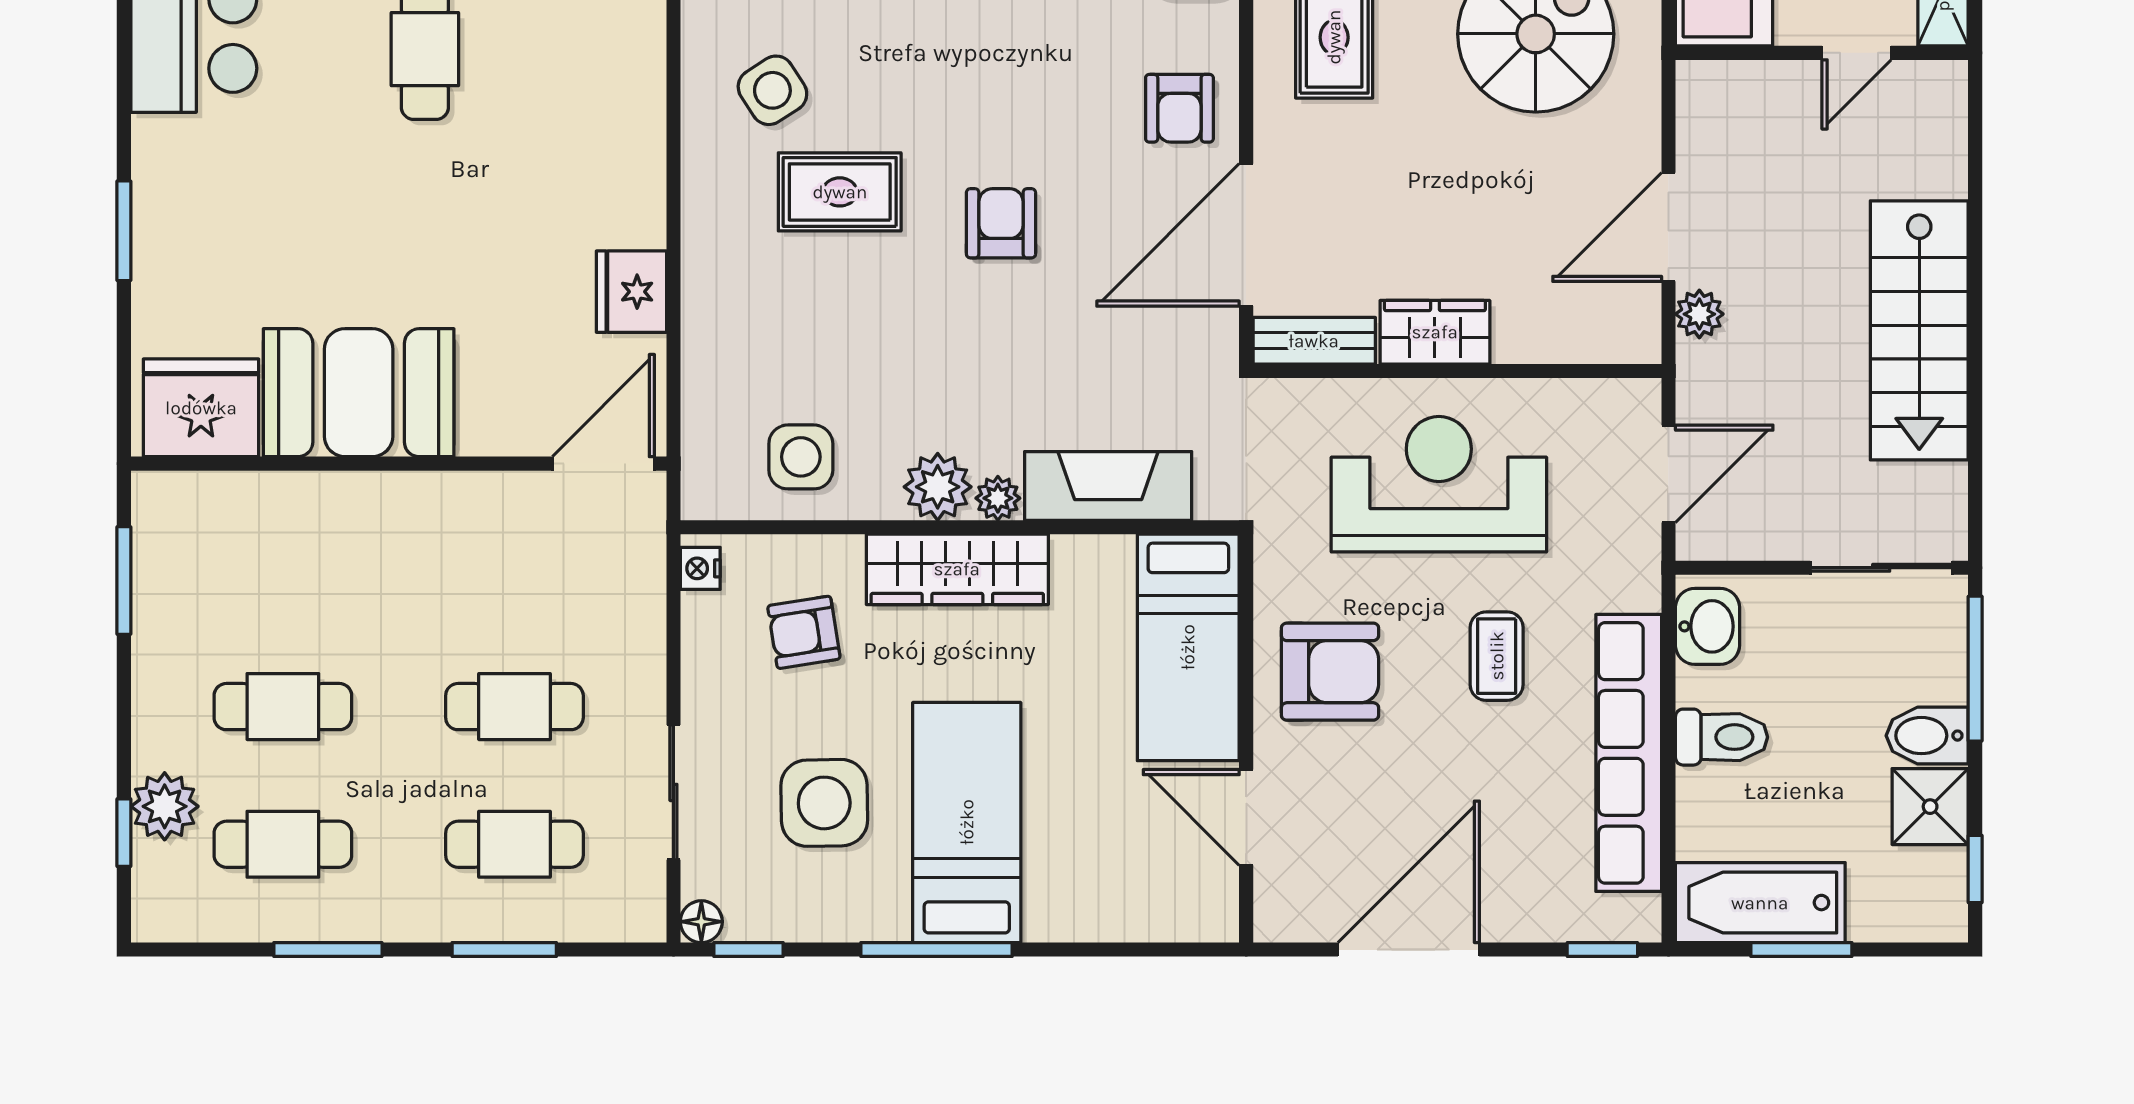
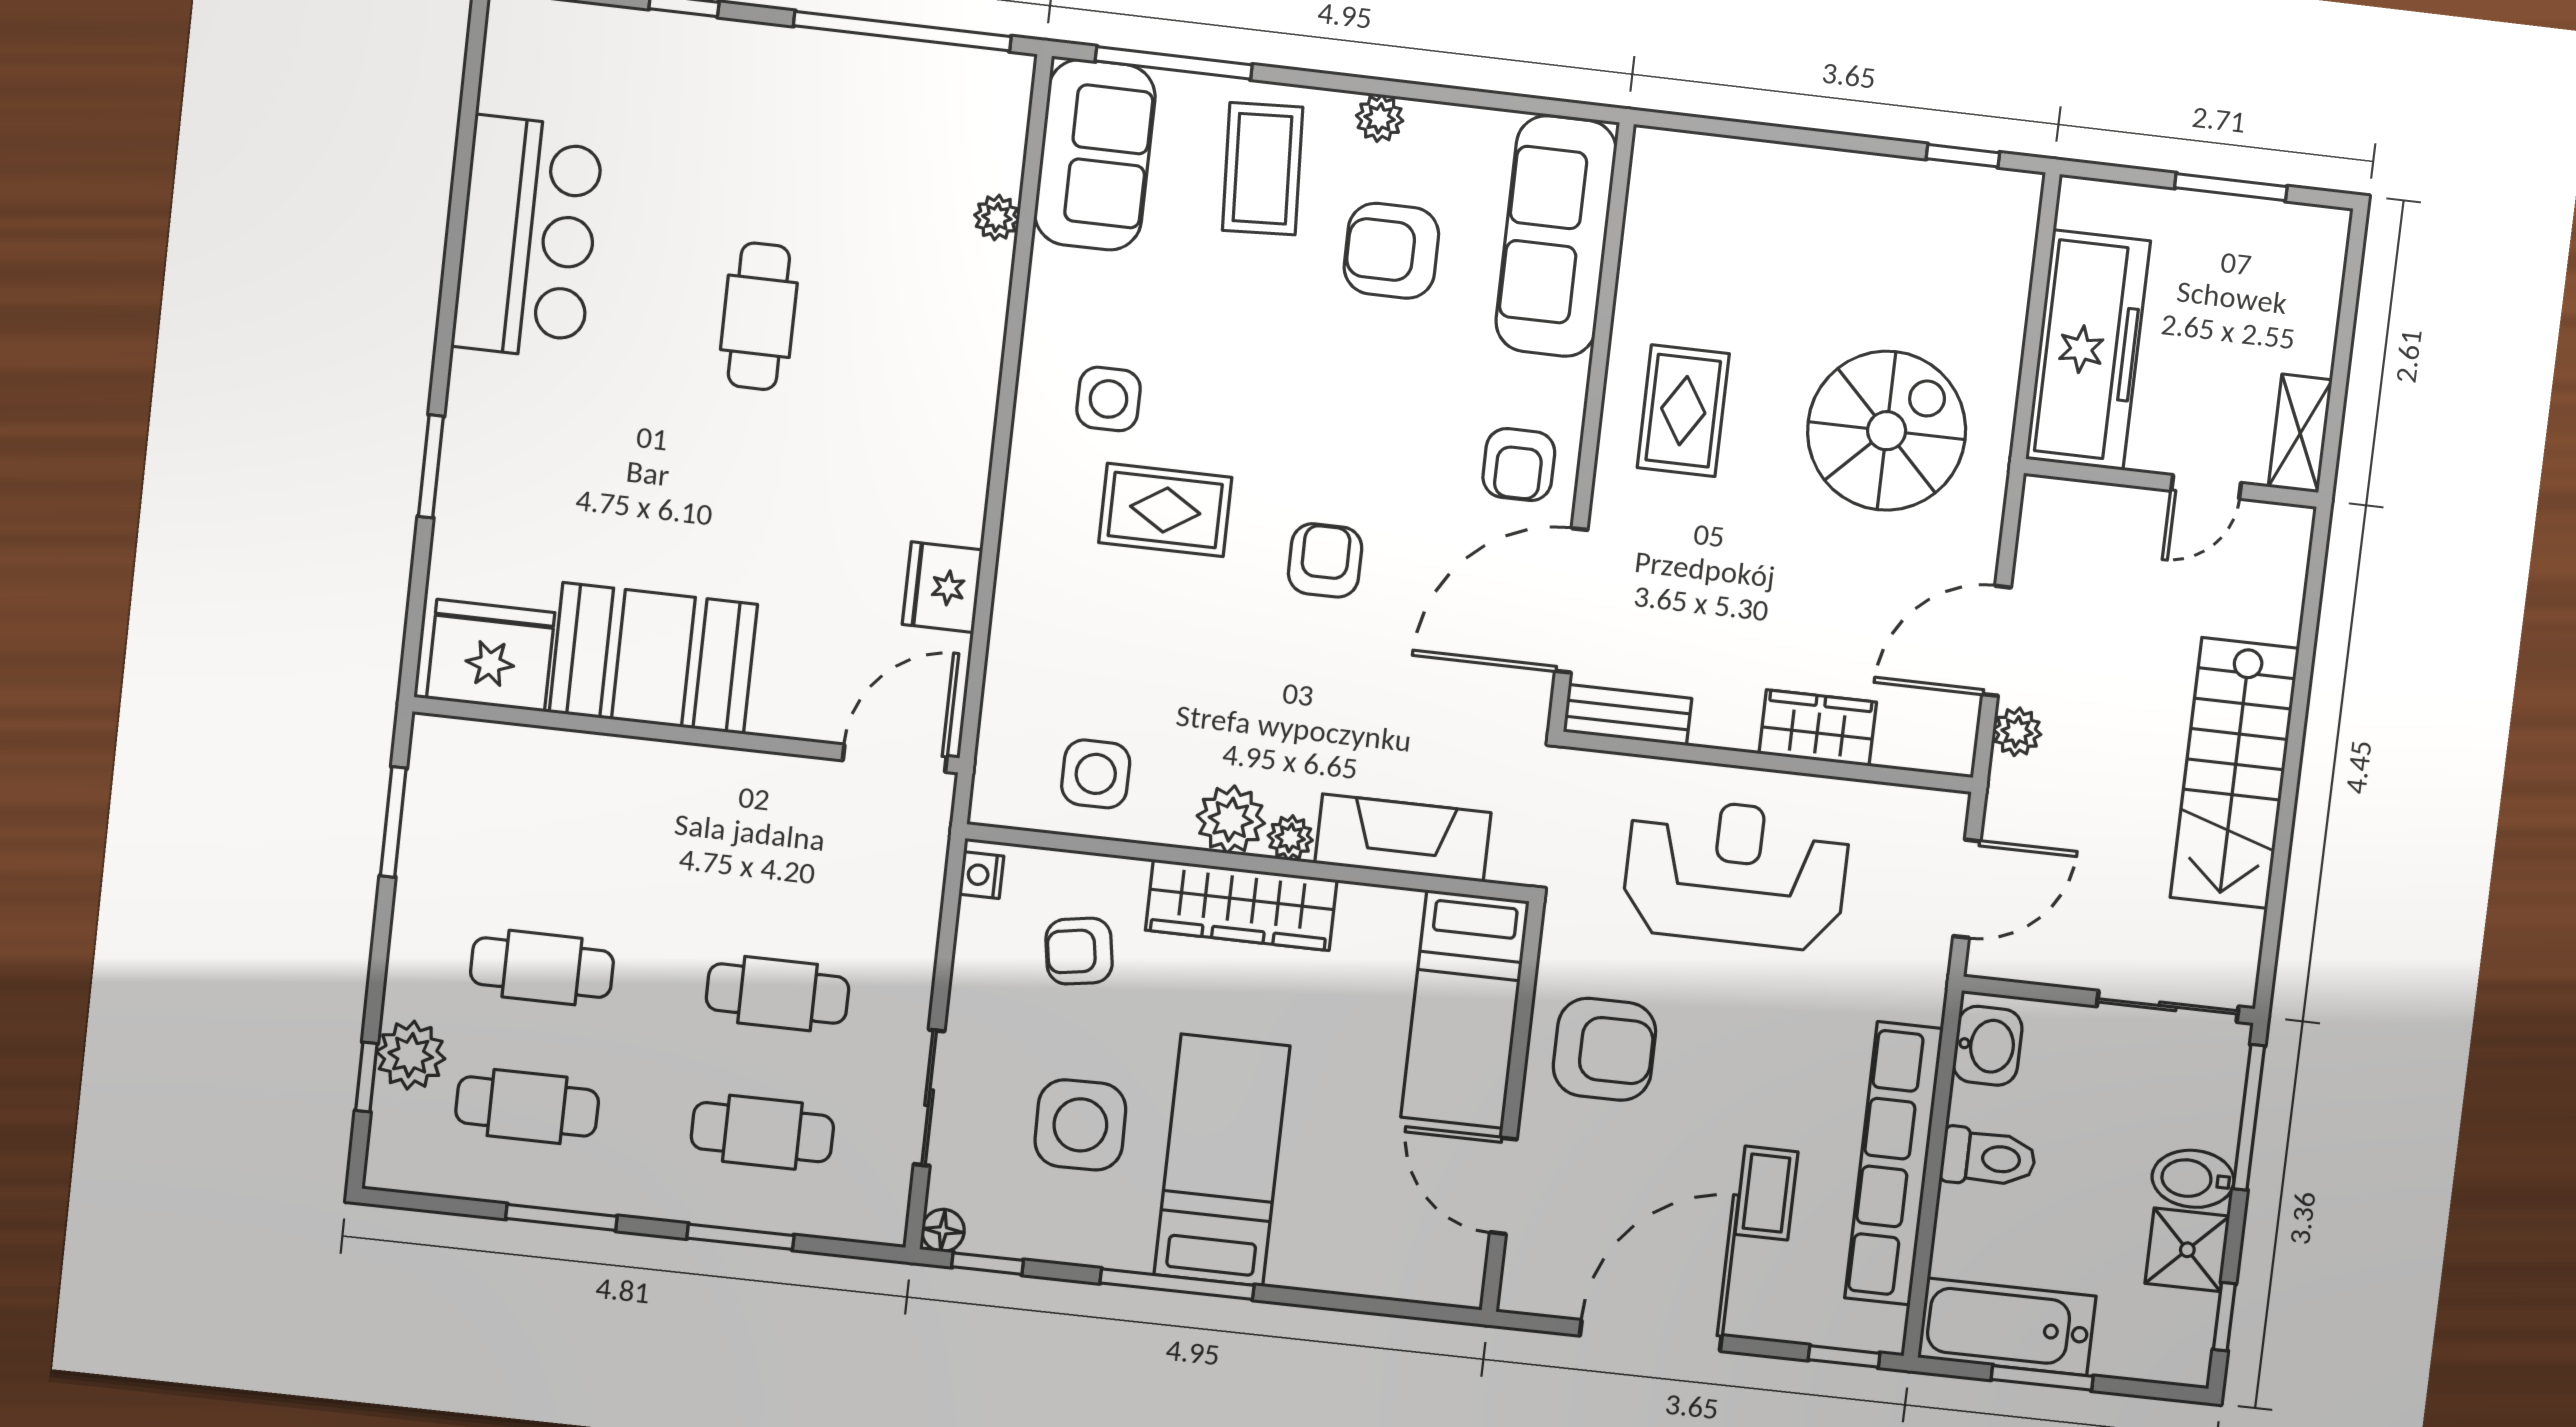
side table: (772, 90) -> (1109, 399), turned 33
wardrobe: (1435, 332) -> (1818, 728), moved
coffee table: (1497, 656) -> (1766, 1193), moved

